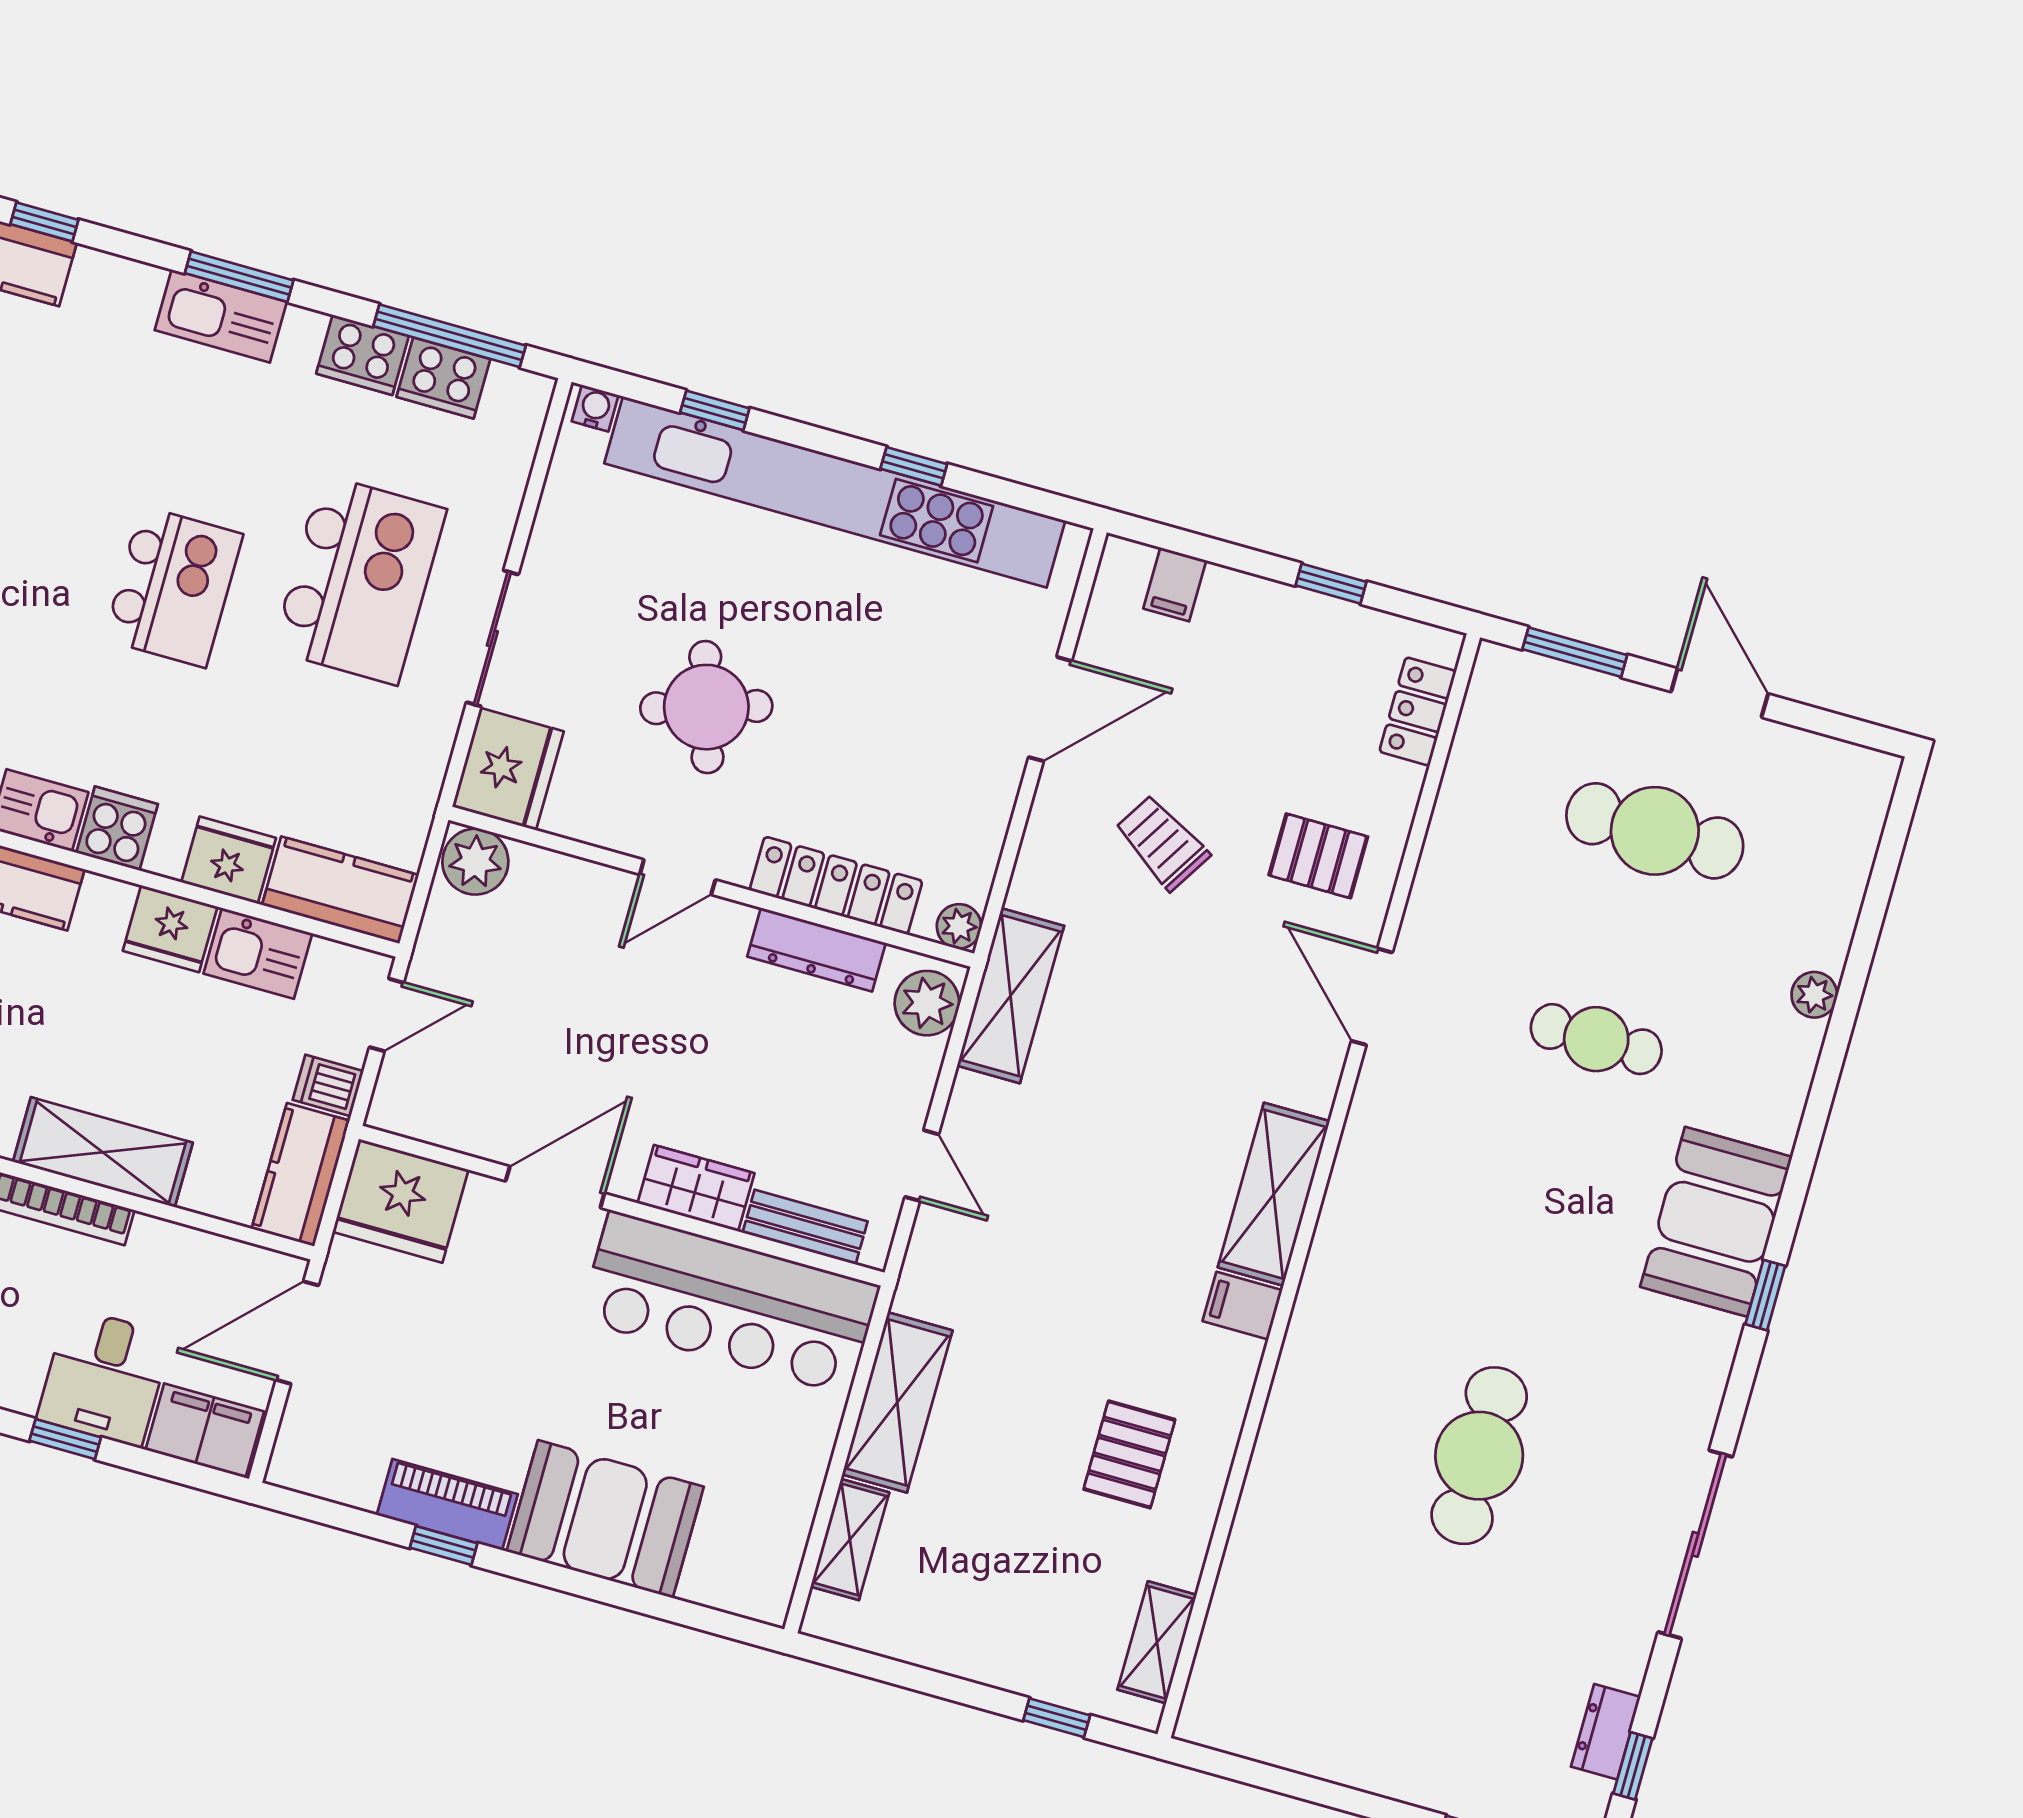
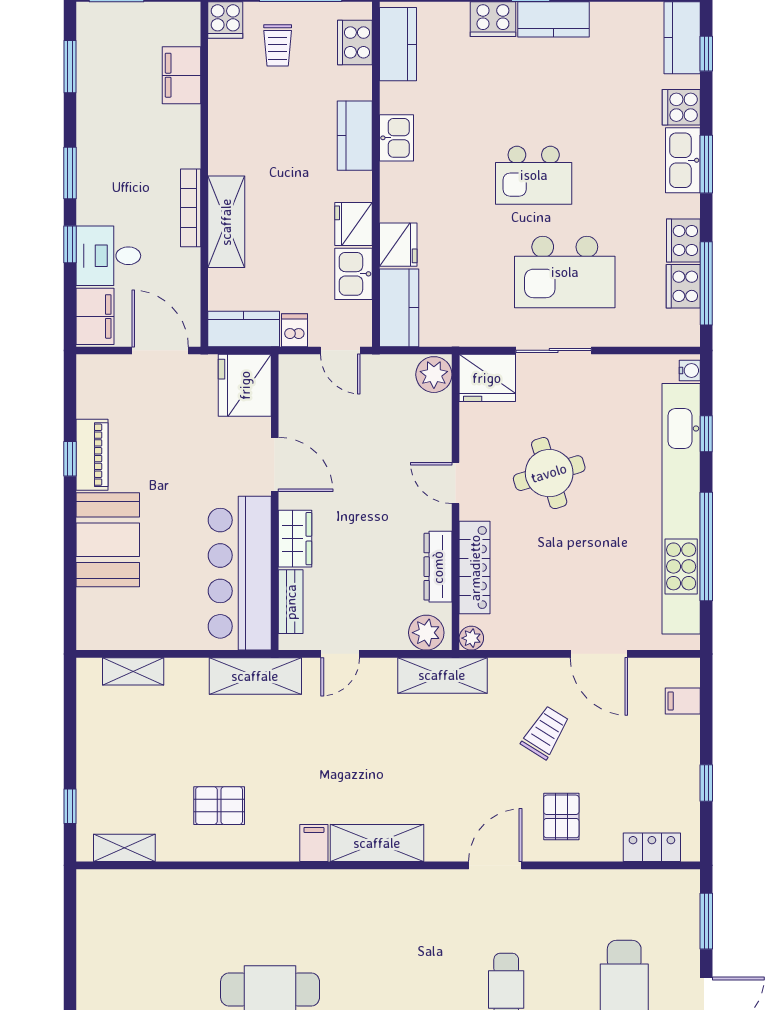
window: (914, 466) -> (706, 546), width x3.17
cooker: (117, 828) -> (681, 107), moved, turned 180
shelving: (897, 1402) -> (255, 676), moved

